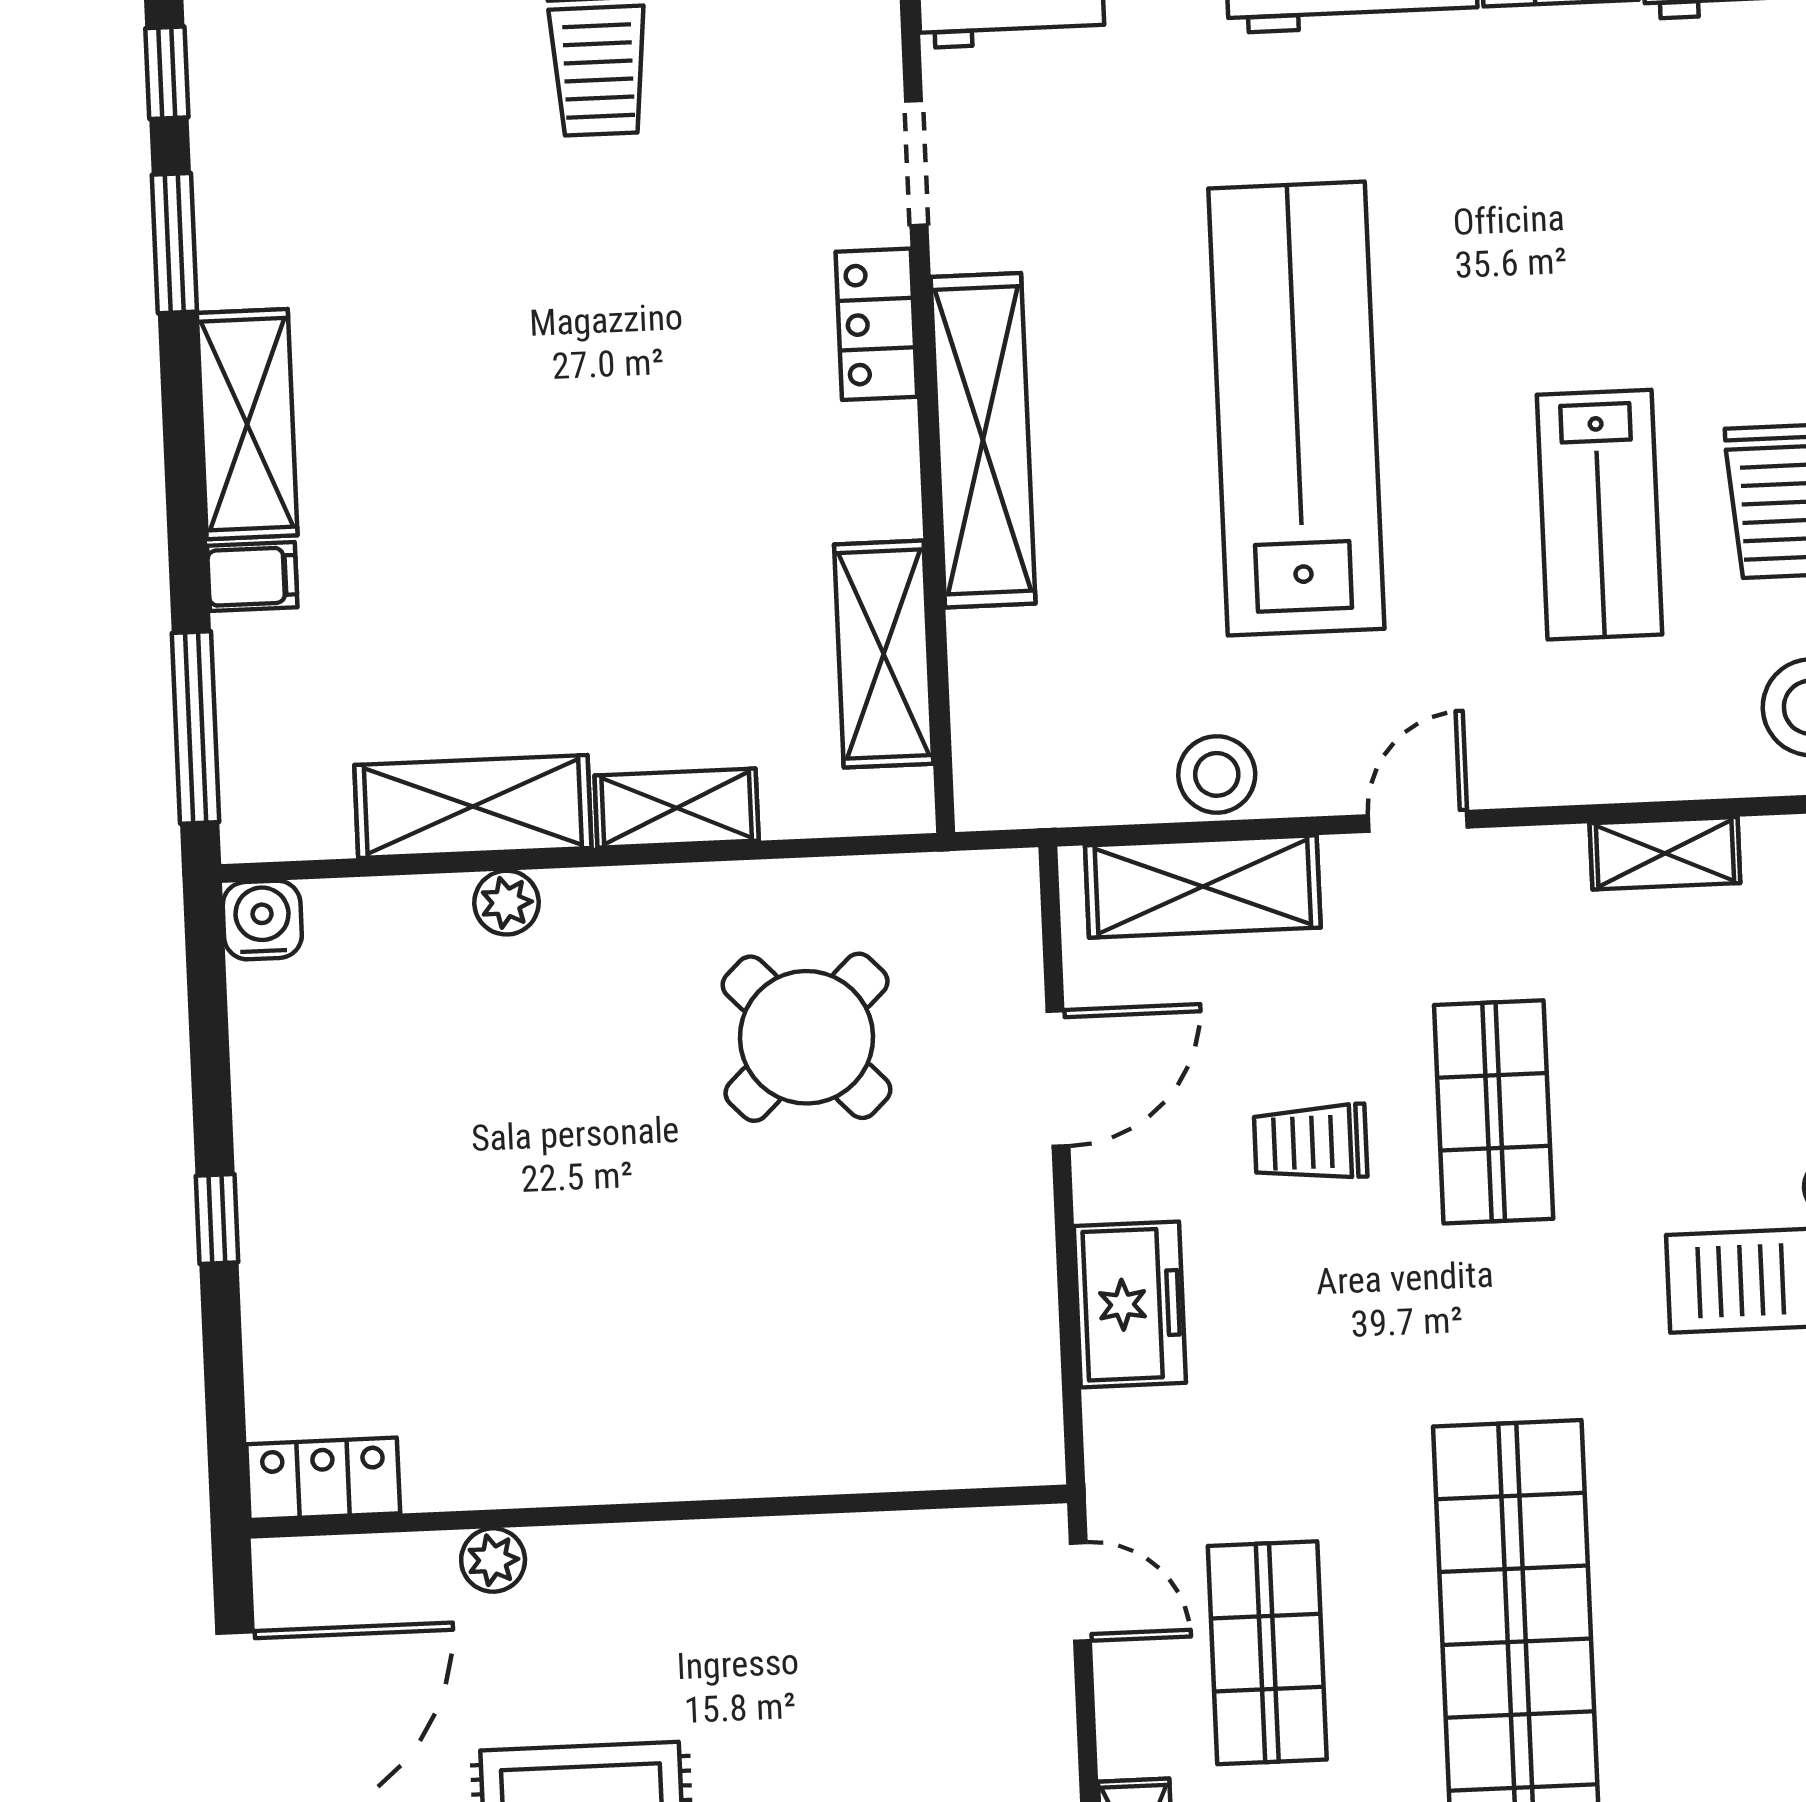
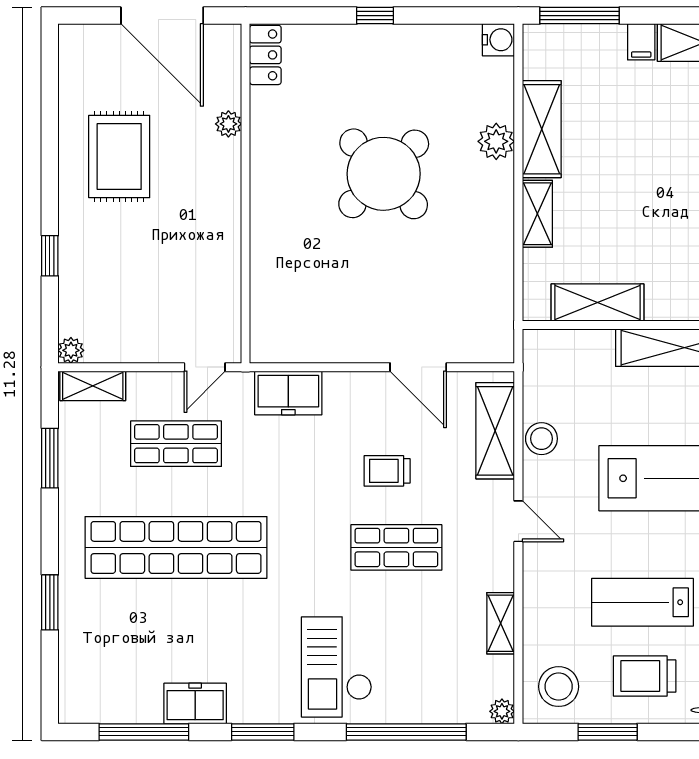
plant: (506, 903) -> (496, 141), width x1.38, depth x1.38
round table: (807, 1037) -> (384, 174), moved, width x1.36, depth x1.36
trolley: (1311, 1142) -> (387, 471), turned -90
freezer: (1130, 1304) -> (288, 393), moved

